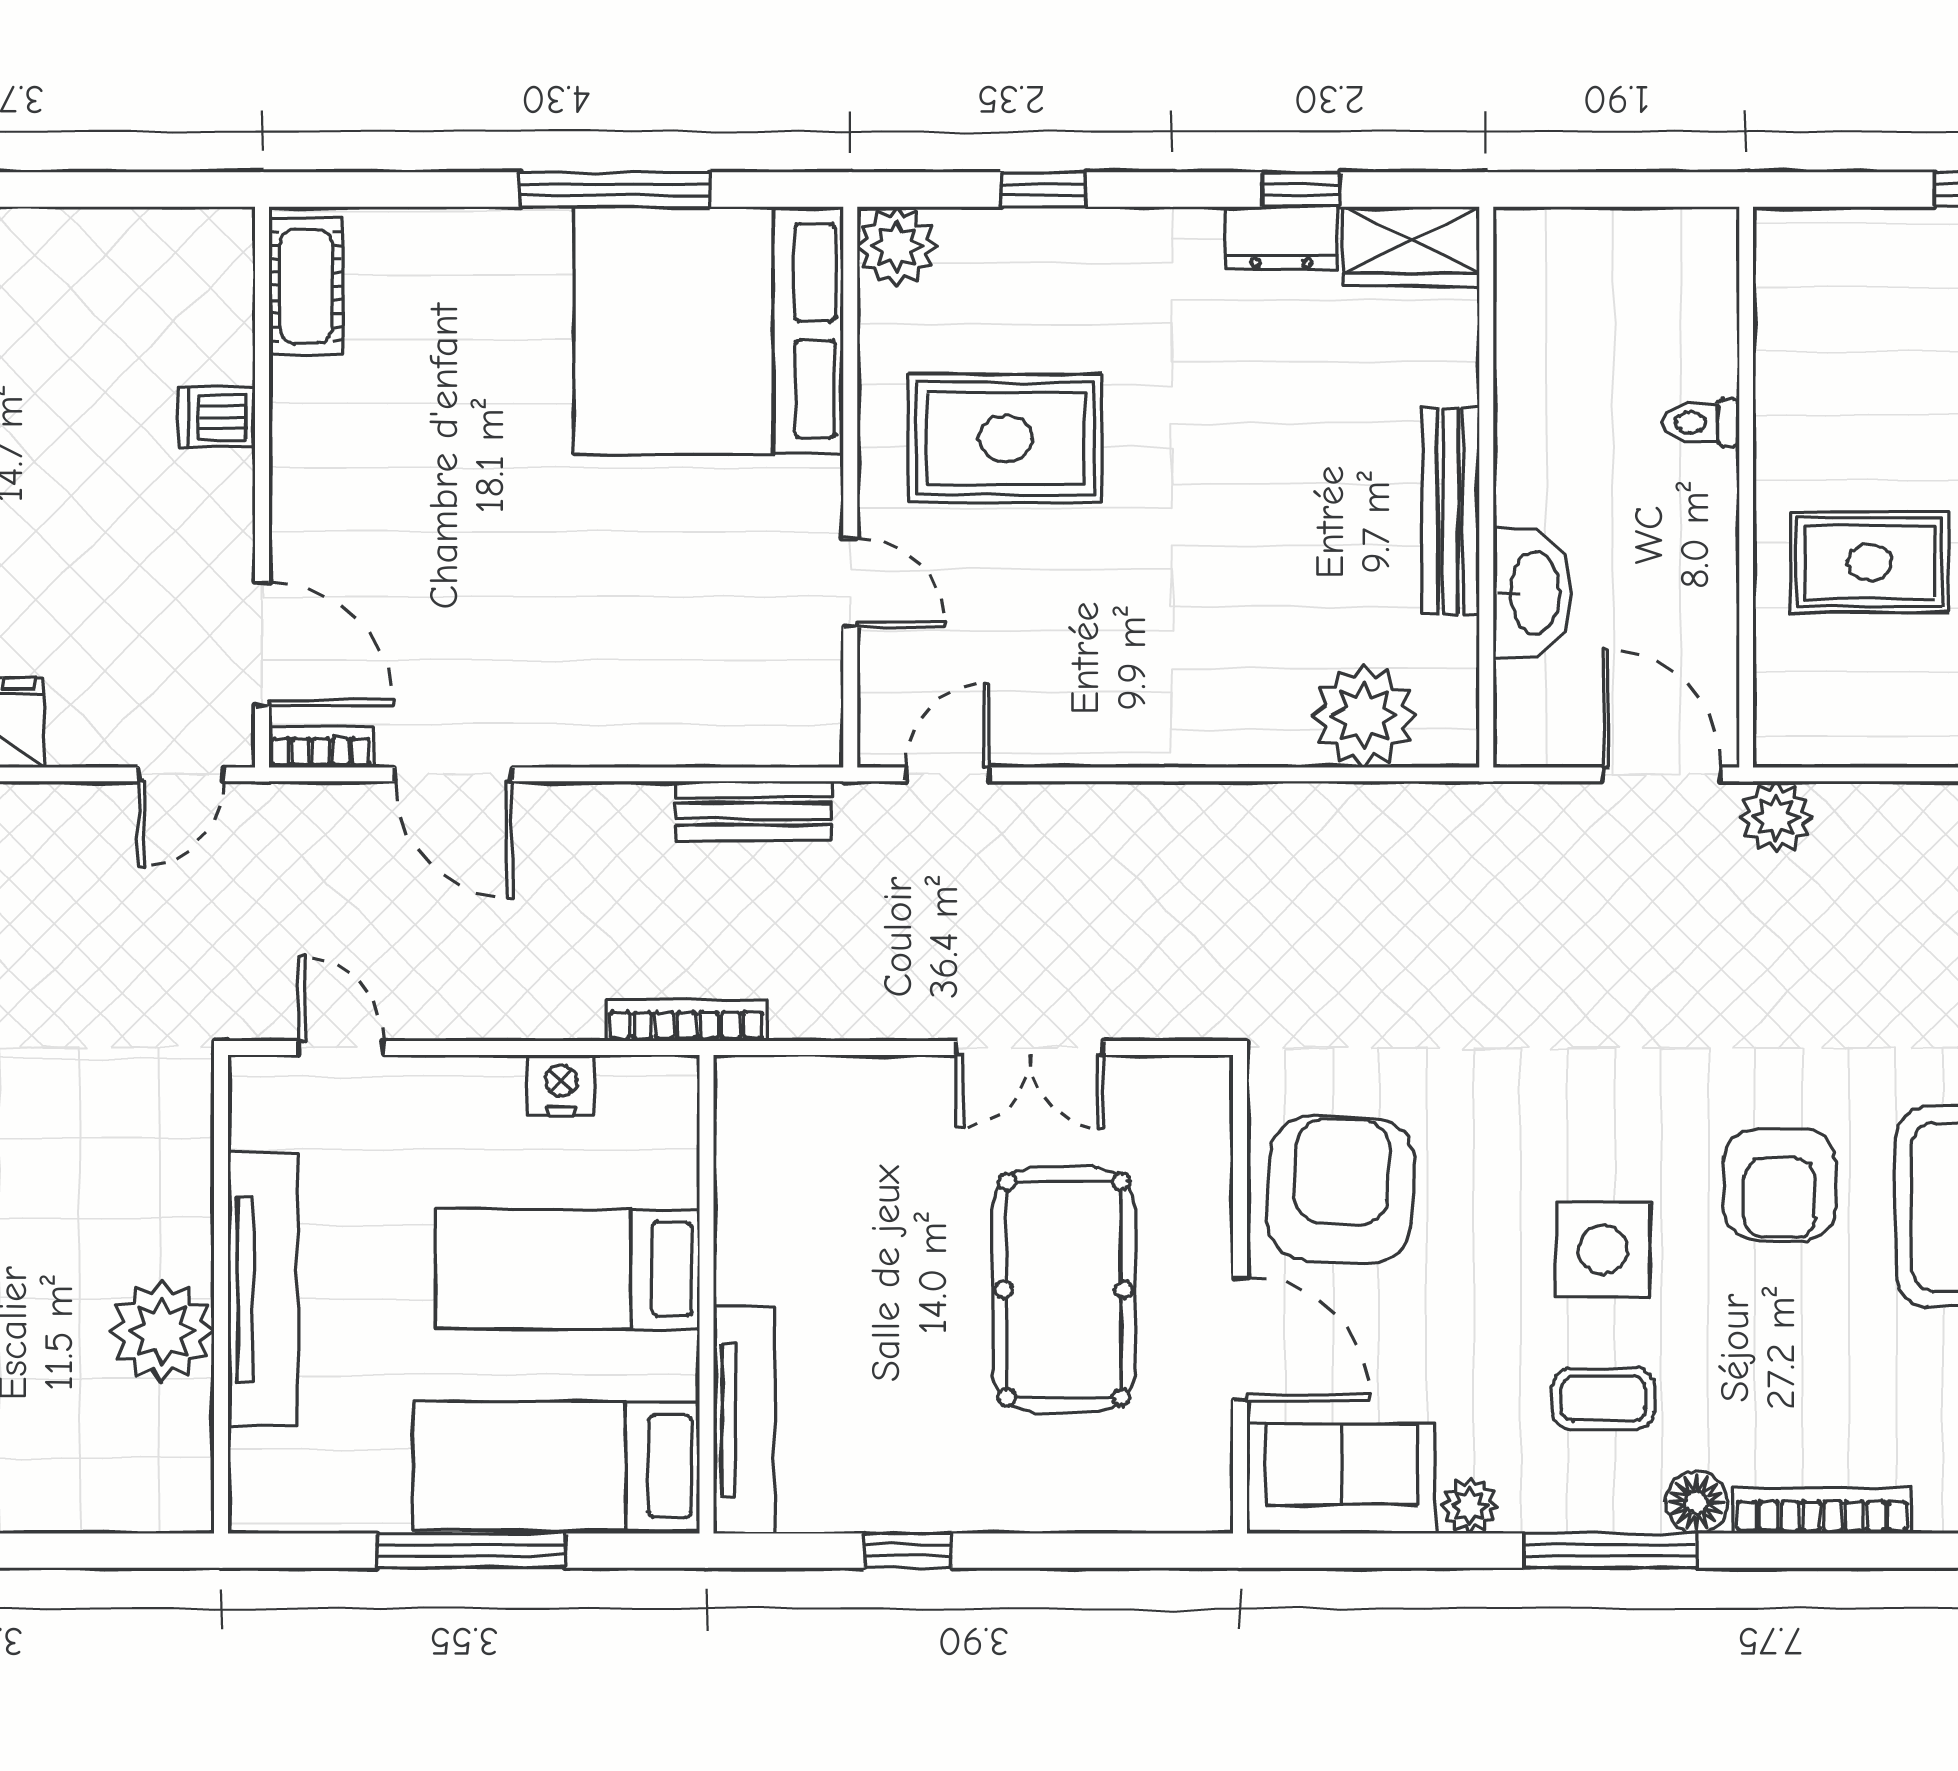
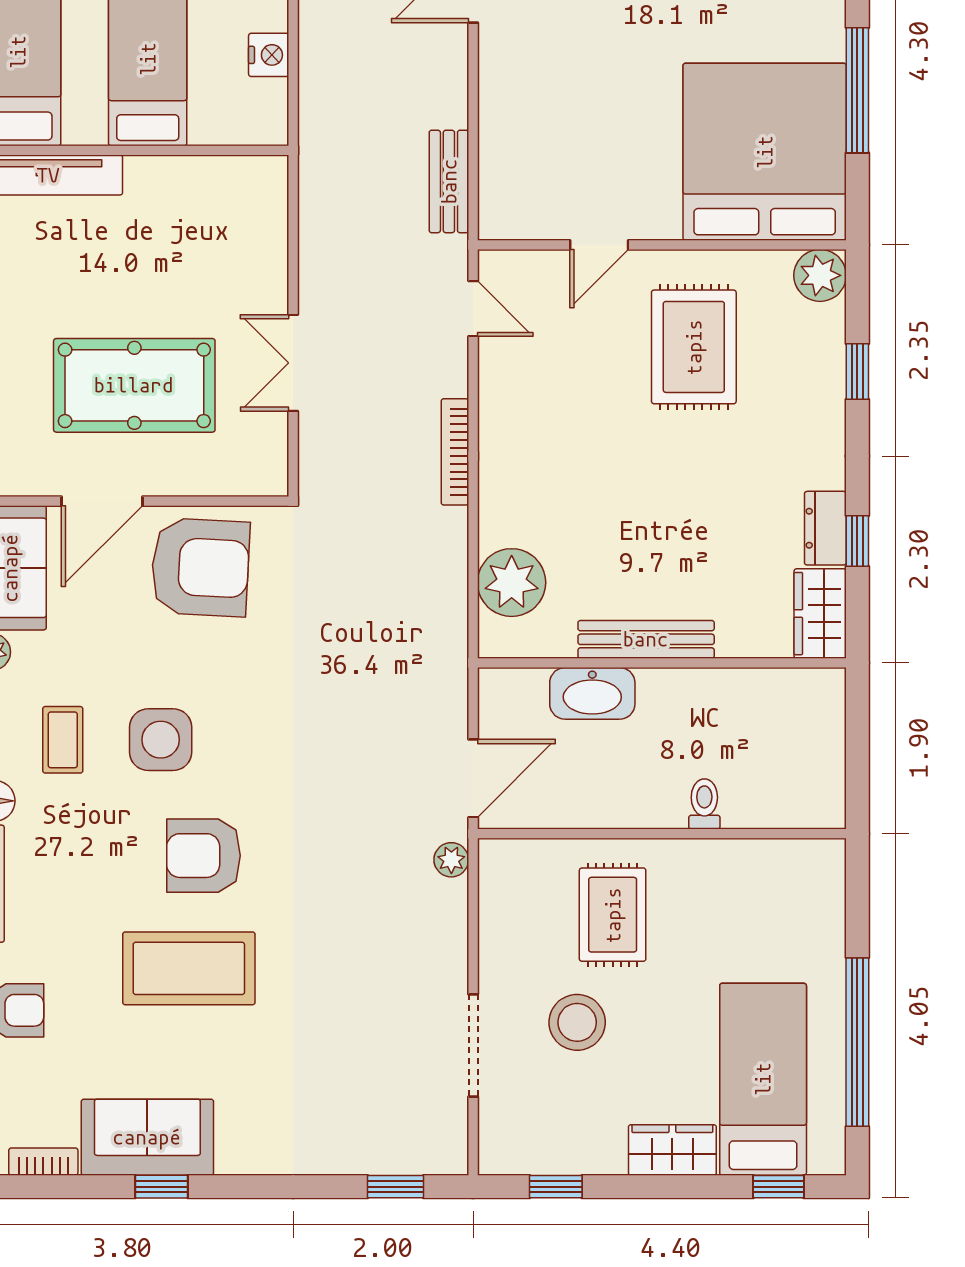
plant: (1776, 817) -> (451, 860), width x0.73, depth x0.73
bookcase: (687, 1020) -> (455, 452), moved, turned 180

